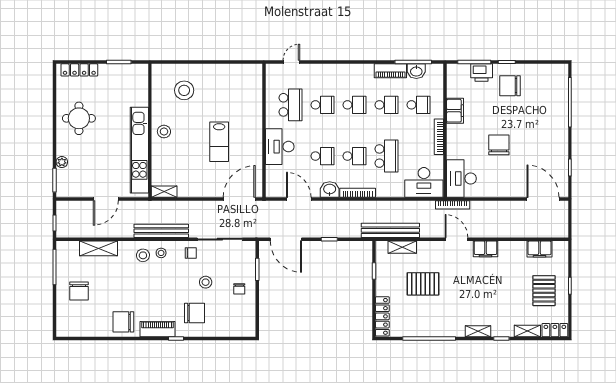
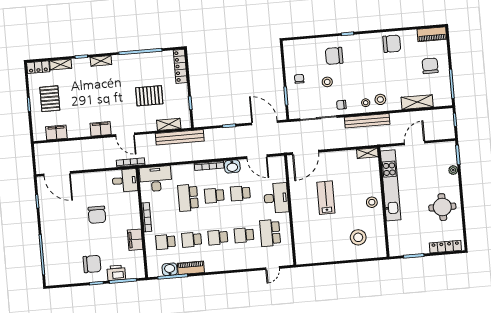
desk: (461, 179) -> (125, 180), width x0.73
piano: (157, 329) -> (432, 34), moved

